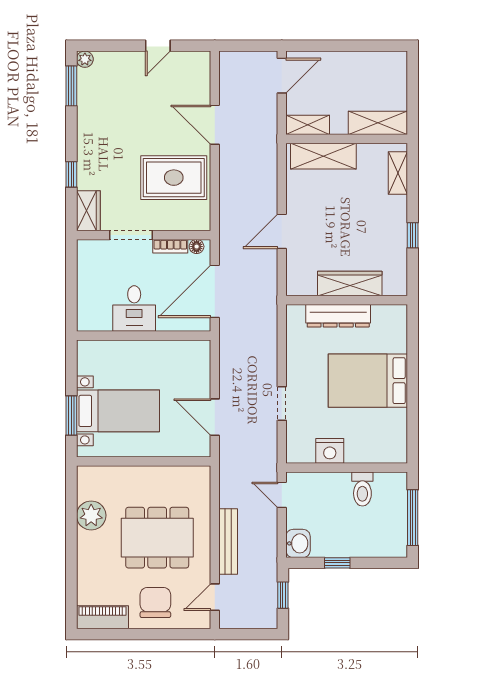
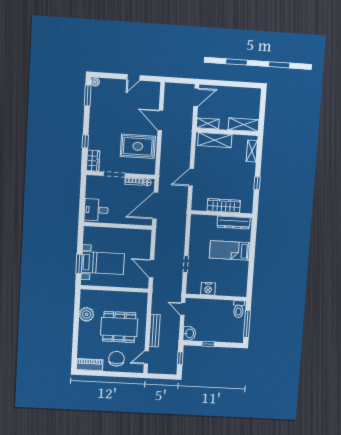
desk: (134, 309) -> (96, 210), moved, turned 90
dresser: (338, 316) -> (233, 223), moved
bed: (368, 381) -> (230, 250), width x0.67
toilet: (362, 489) -> (239, 309), moved

